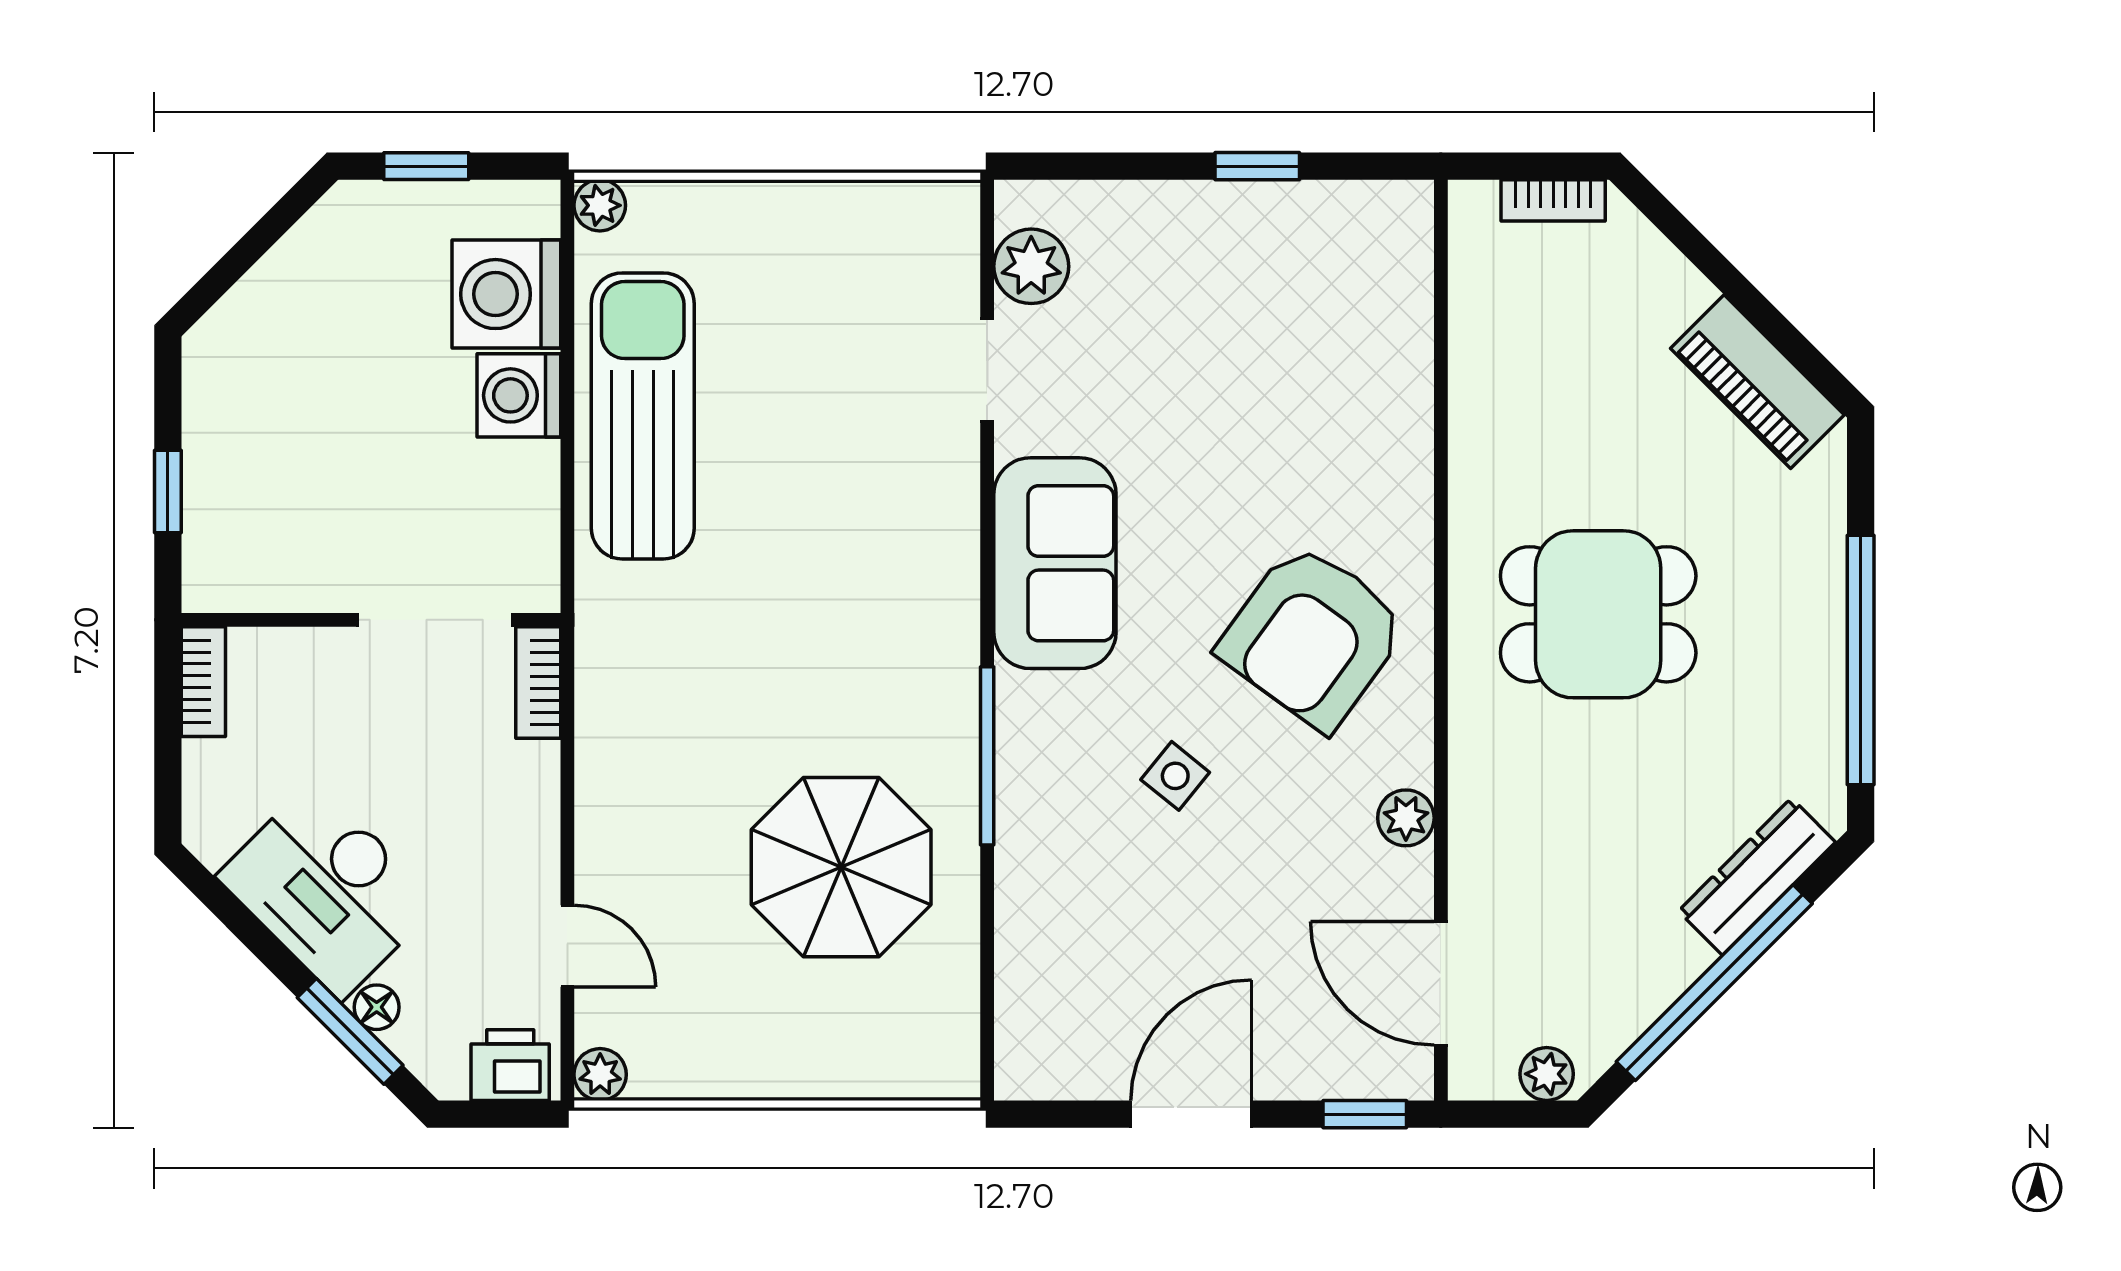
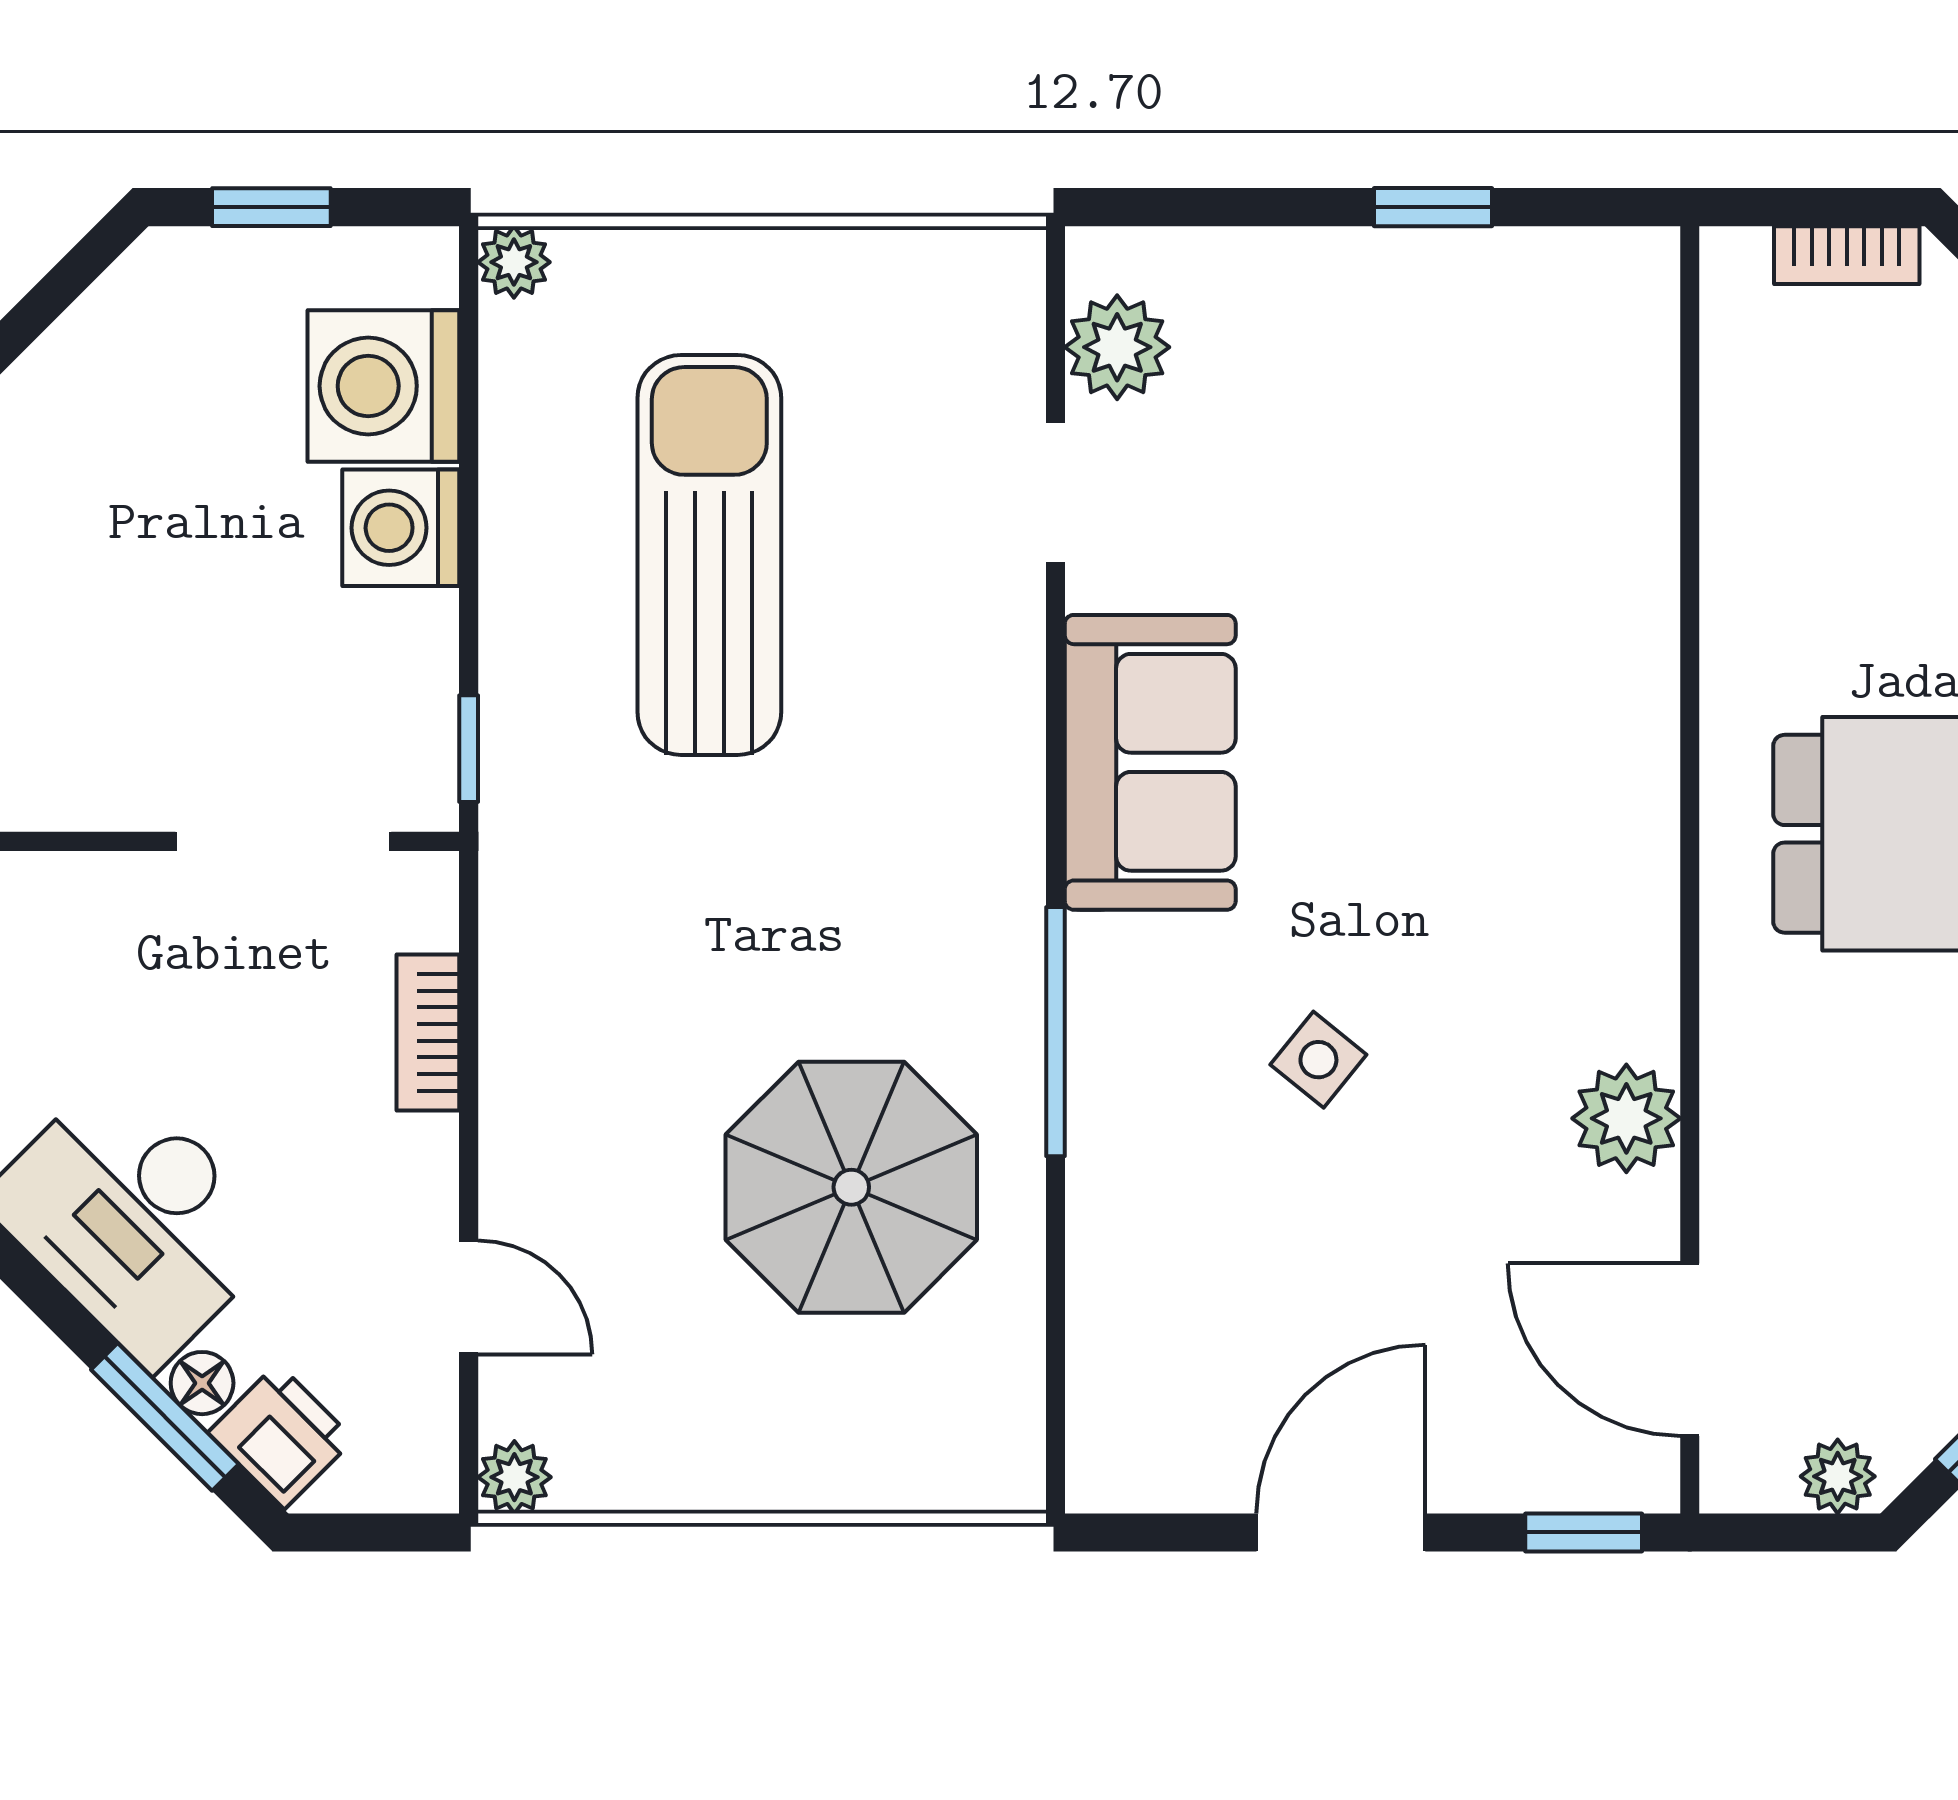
sun lounger: (643, 416) -> (709, 555), moved
window: (567, 553) -> (469, 749), added
armchair: (1313, 636) -> (1511, 865), removed
bookcase: (538, 682) -> (428, 1032), moved
plant: (1406, 818) -> (1626, 1118), width x1.38, depth x1.38
printer: (510, 1065) -> (281, 1436), moved, turned 45

